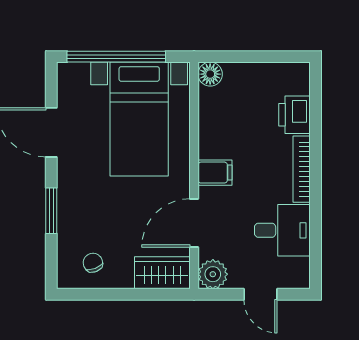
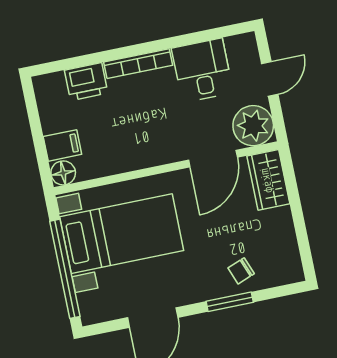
filing cabinet: (215, 173) -> (62, 145), moved, turned 90
door: (194, 223) -> (213, 159), hinge flipped
chair: (93, 263) -> (241, 271), moved
plant: (213, 274) -> (253, 126), width x1.36, depth x1.36

